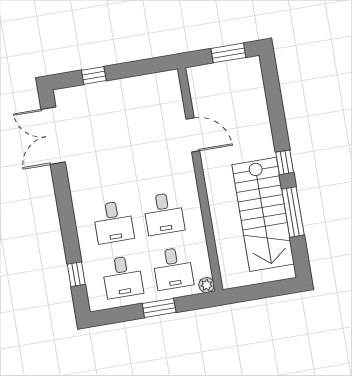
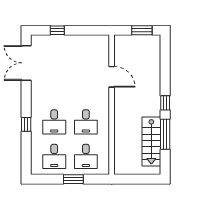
stairs: (263, 214) -> (151, 142), width x0.73, depth x0.66
window: (76, 274) -> (26, 124), moved
plant: (207, 285) -> (105, 170), removed

